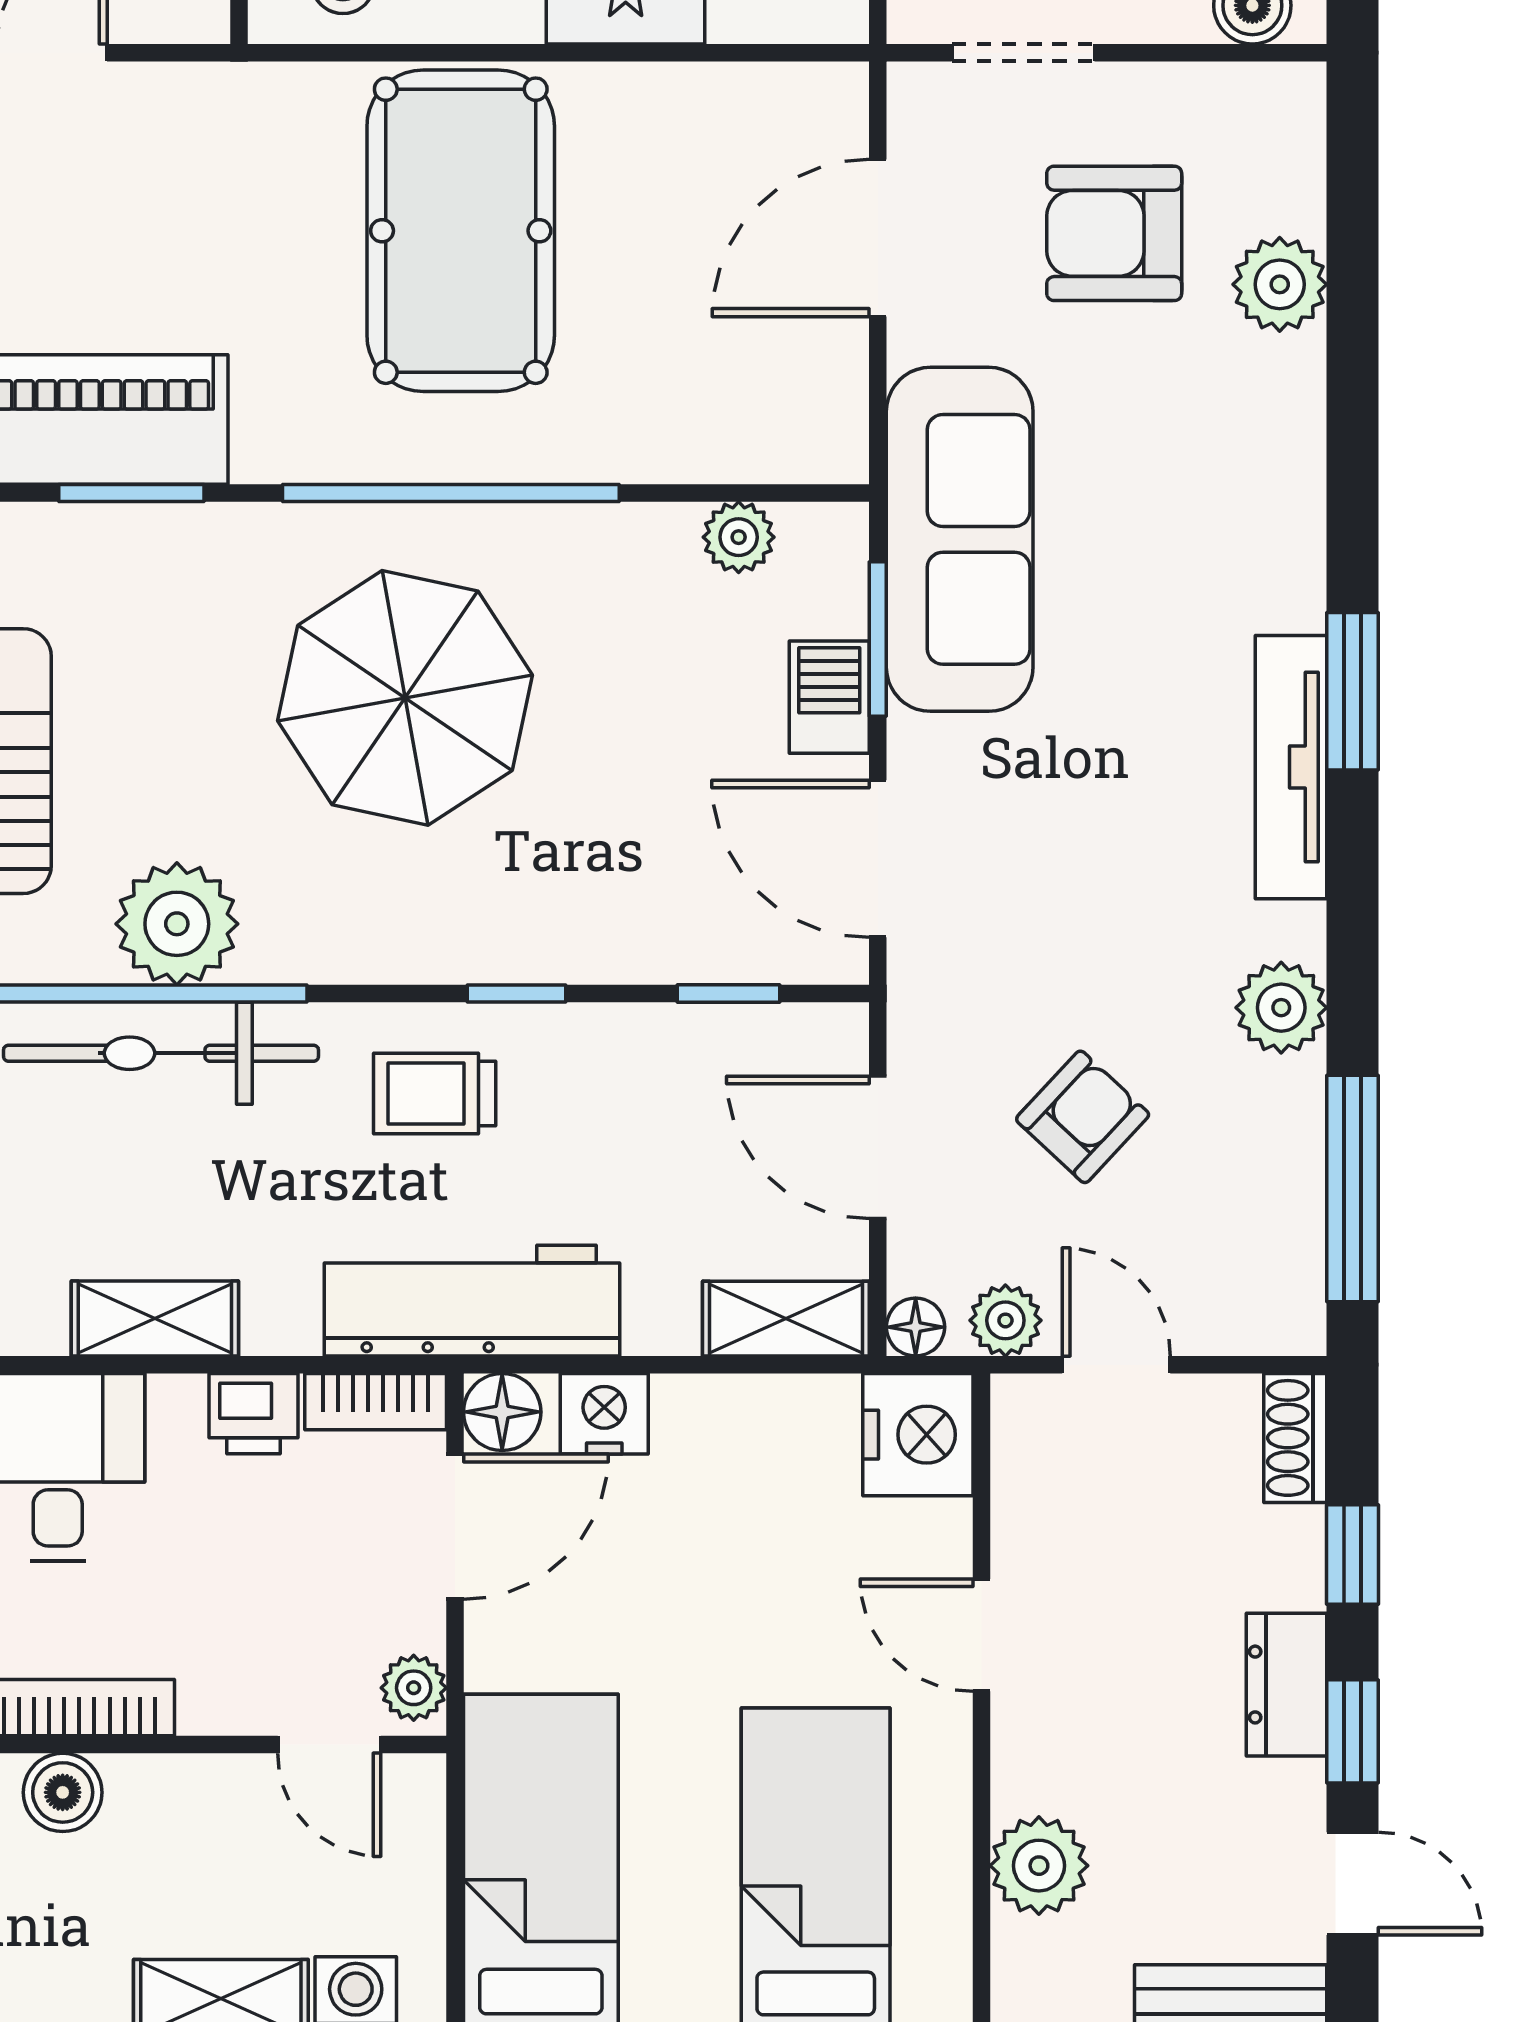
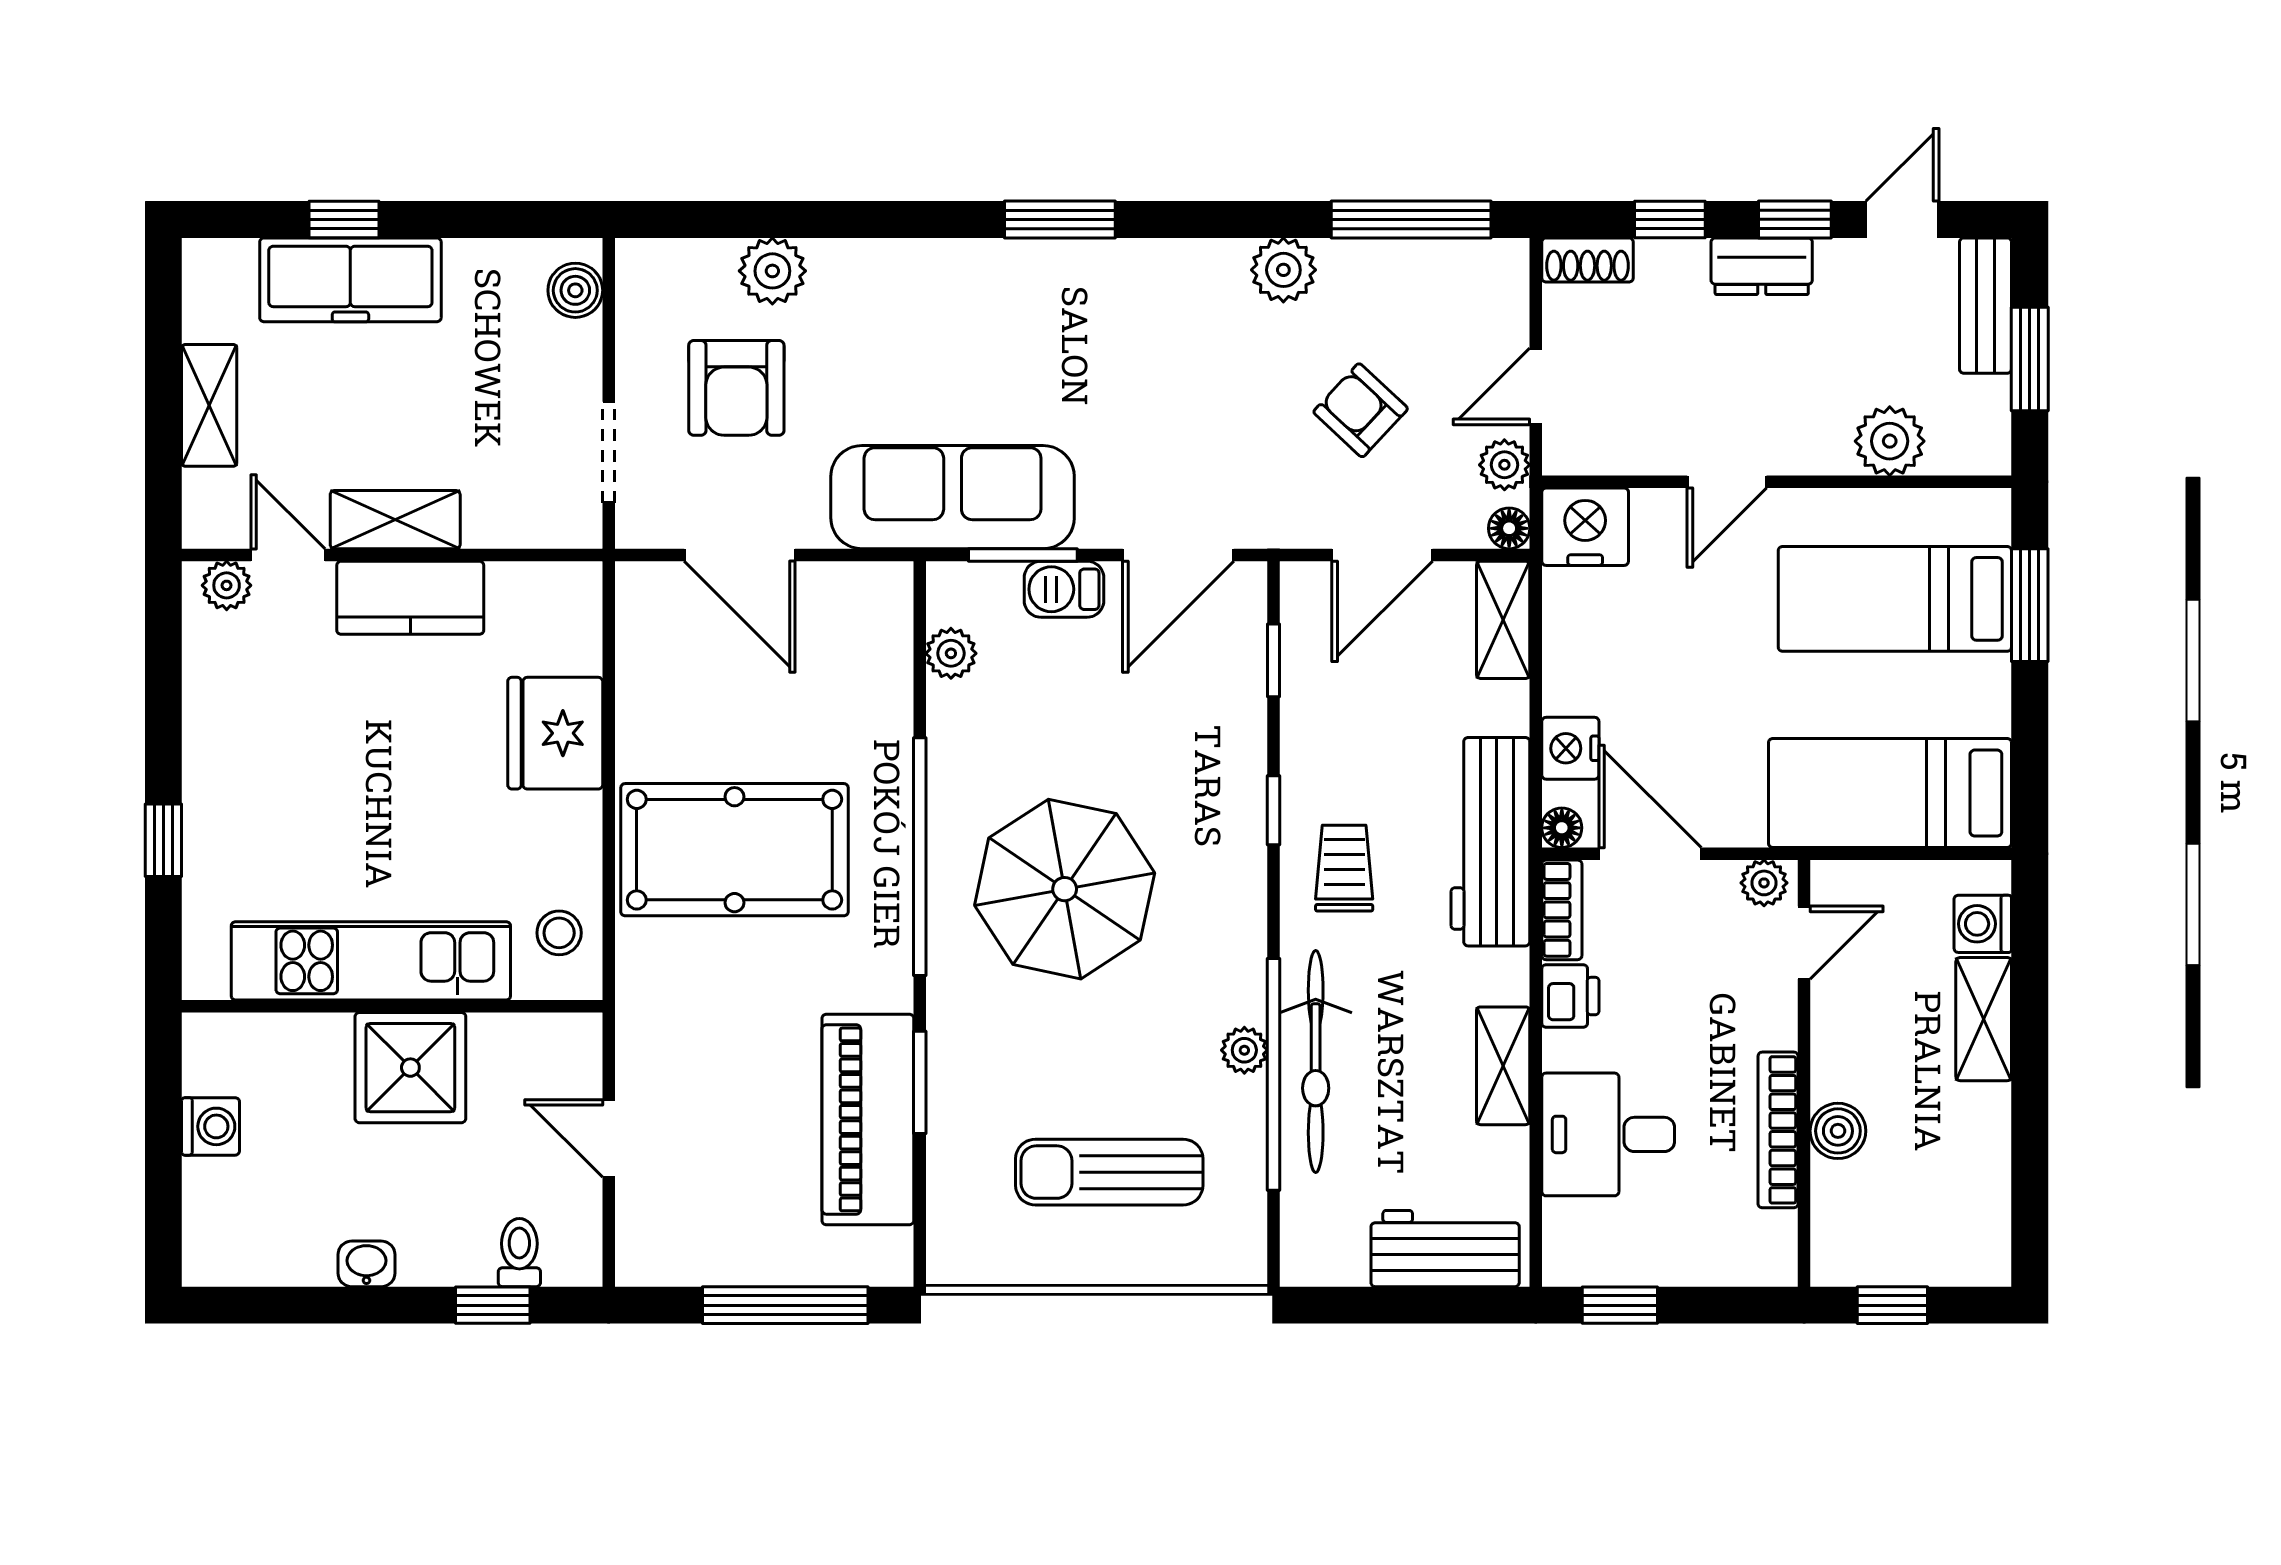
tv unit: (1291, 767) -> (1113, 263), removed
plant: (177, 924) -> (1244, 1050), width x0.53, depth x0.53
trolley: (435, 1094) -> (1344, 868), turned 180
floor lamp: (502, 1412) -> (1562, 828), width x0.73, depth x0.73

